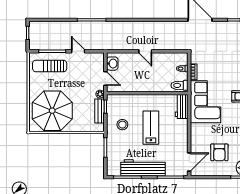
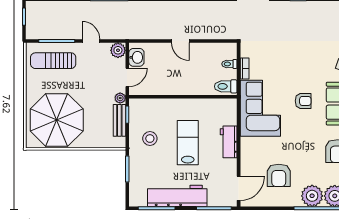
plant: (98, 58) -> (118, 50), added
door: (105, 79) -> (127, 77), hinge flipped
workbench: (182, 106) -> (229, 142), moved

